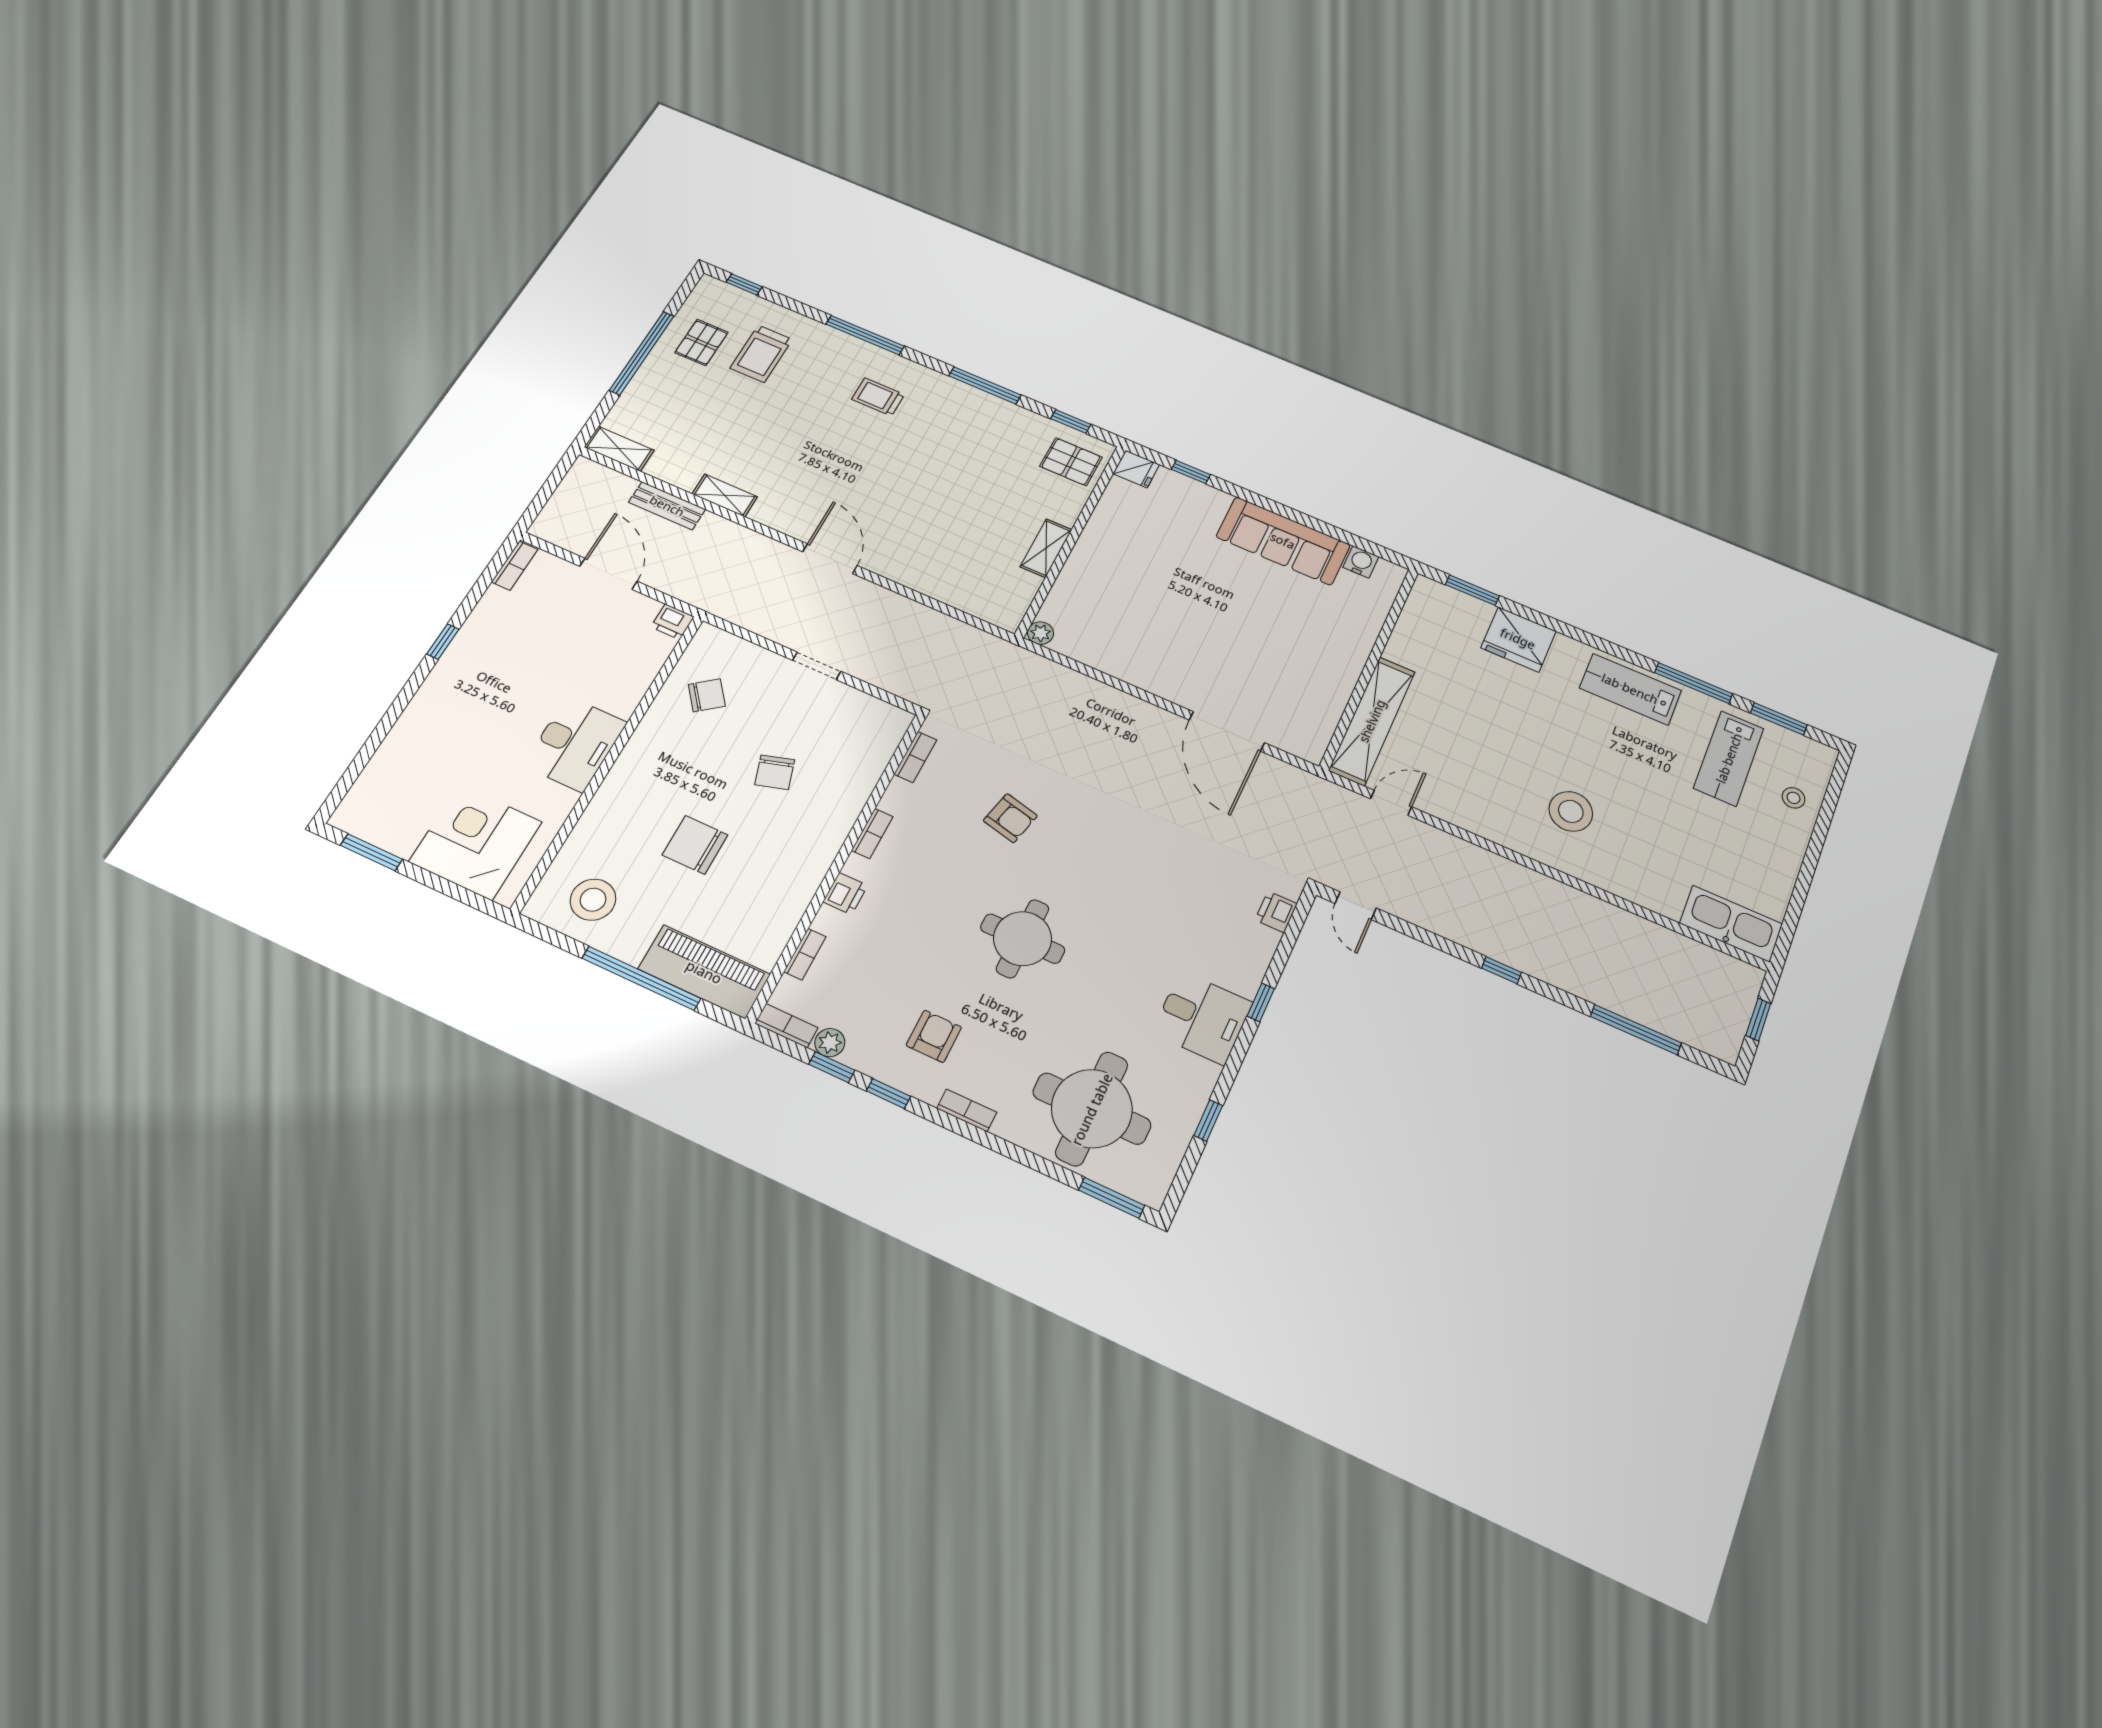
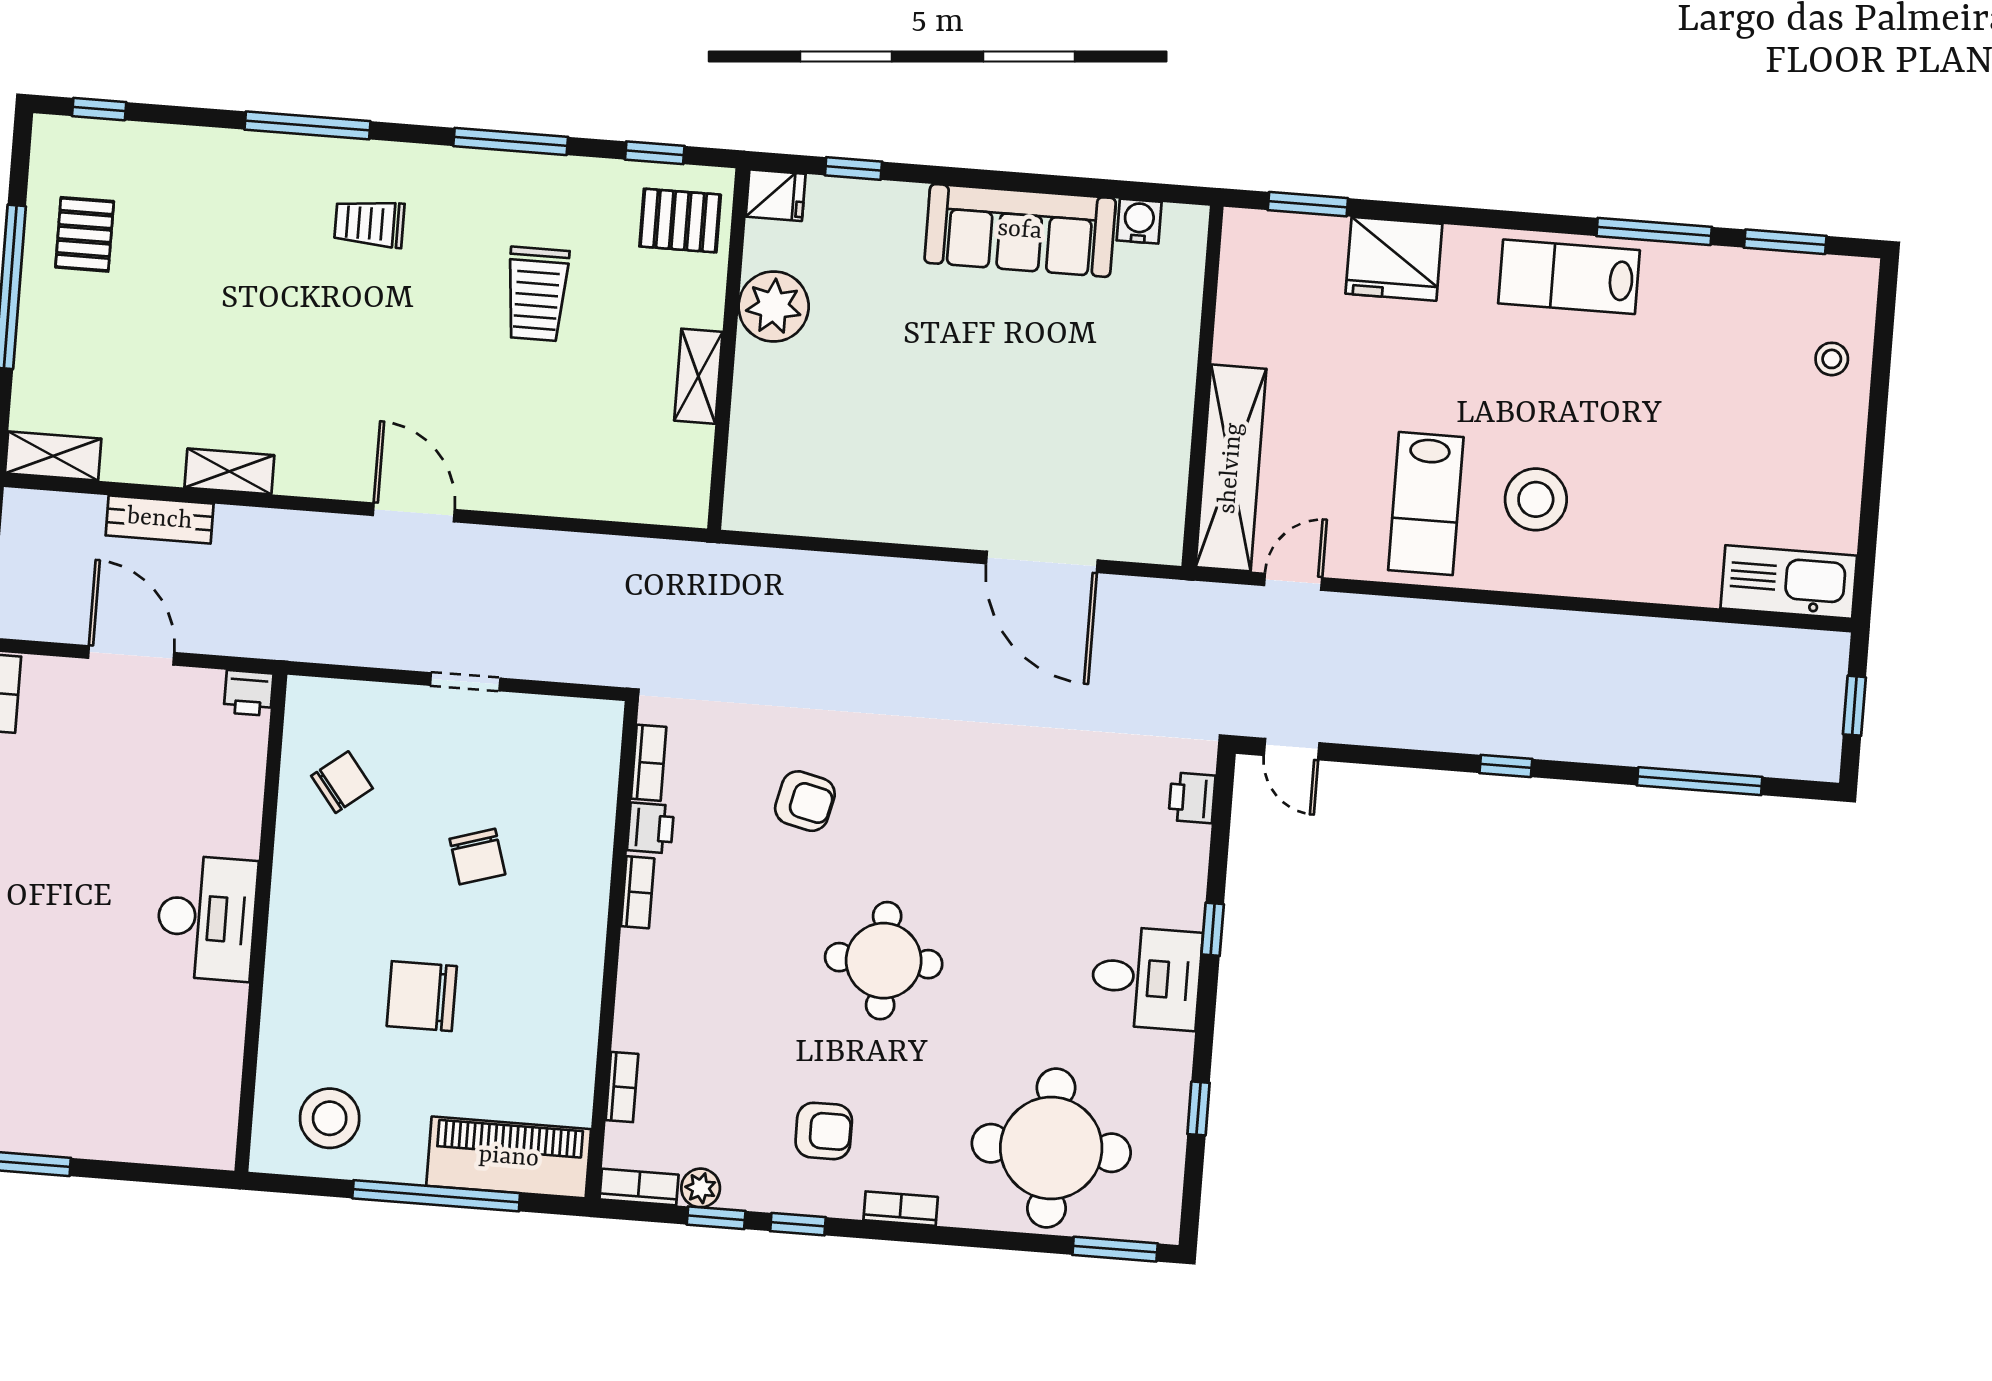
trolley: (761, 354) -> (537, 294), moved
plant: (1040, 633) -> (774, 306), moved, width x1.88, depth x1.88
lab bench: (1729, 758) -> (1426, 504), moved
corner desk: (476, 842) -> (148, 1100), removed
printer: (845, 894) -> (650, 828), moved
armchair: (934, 1036) -> (824, 1131), turned 90

